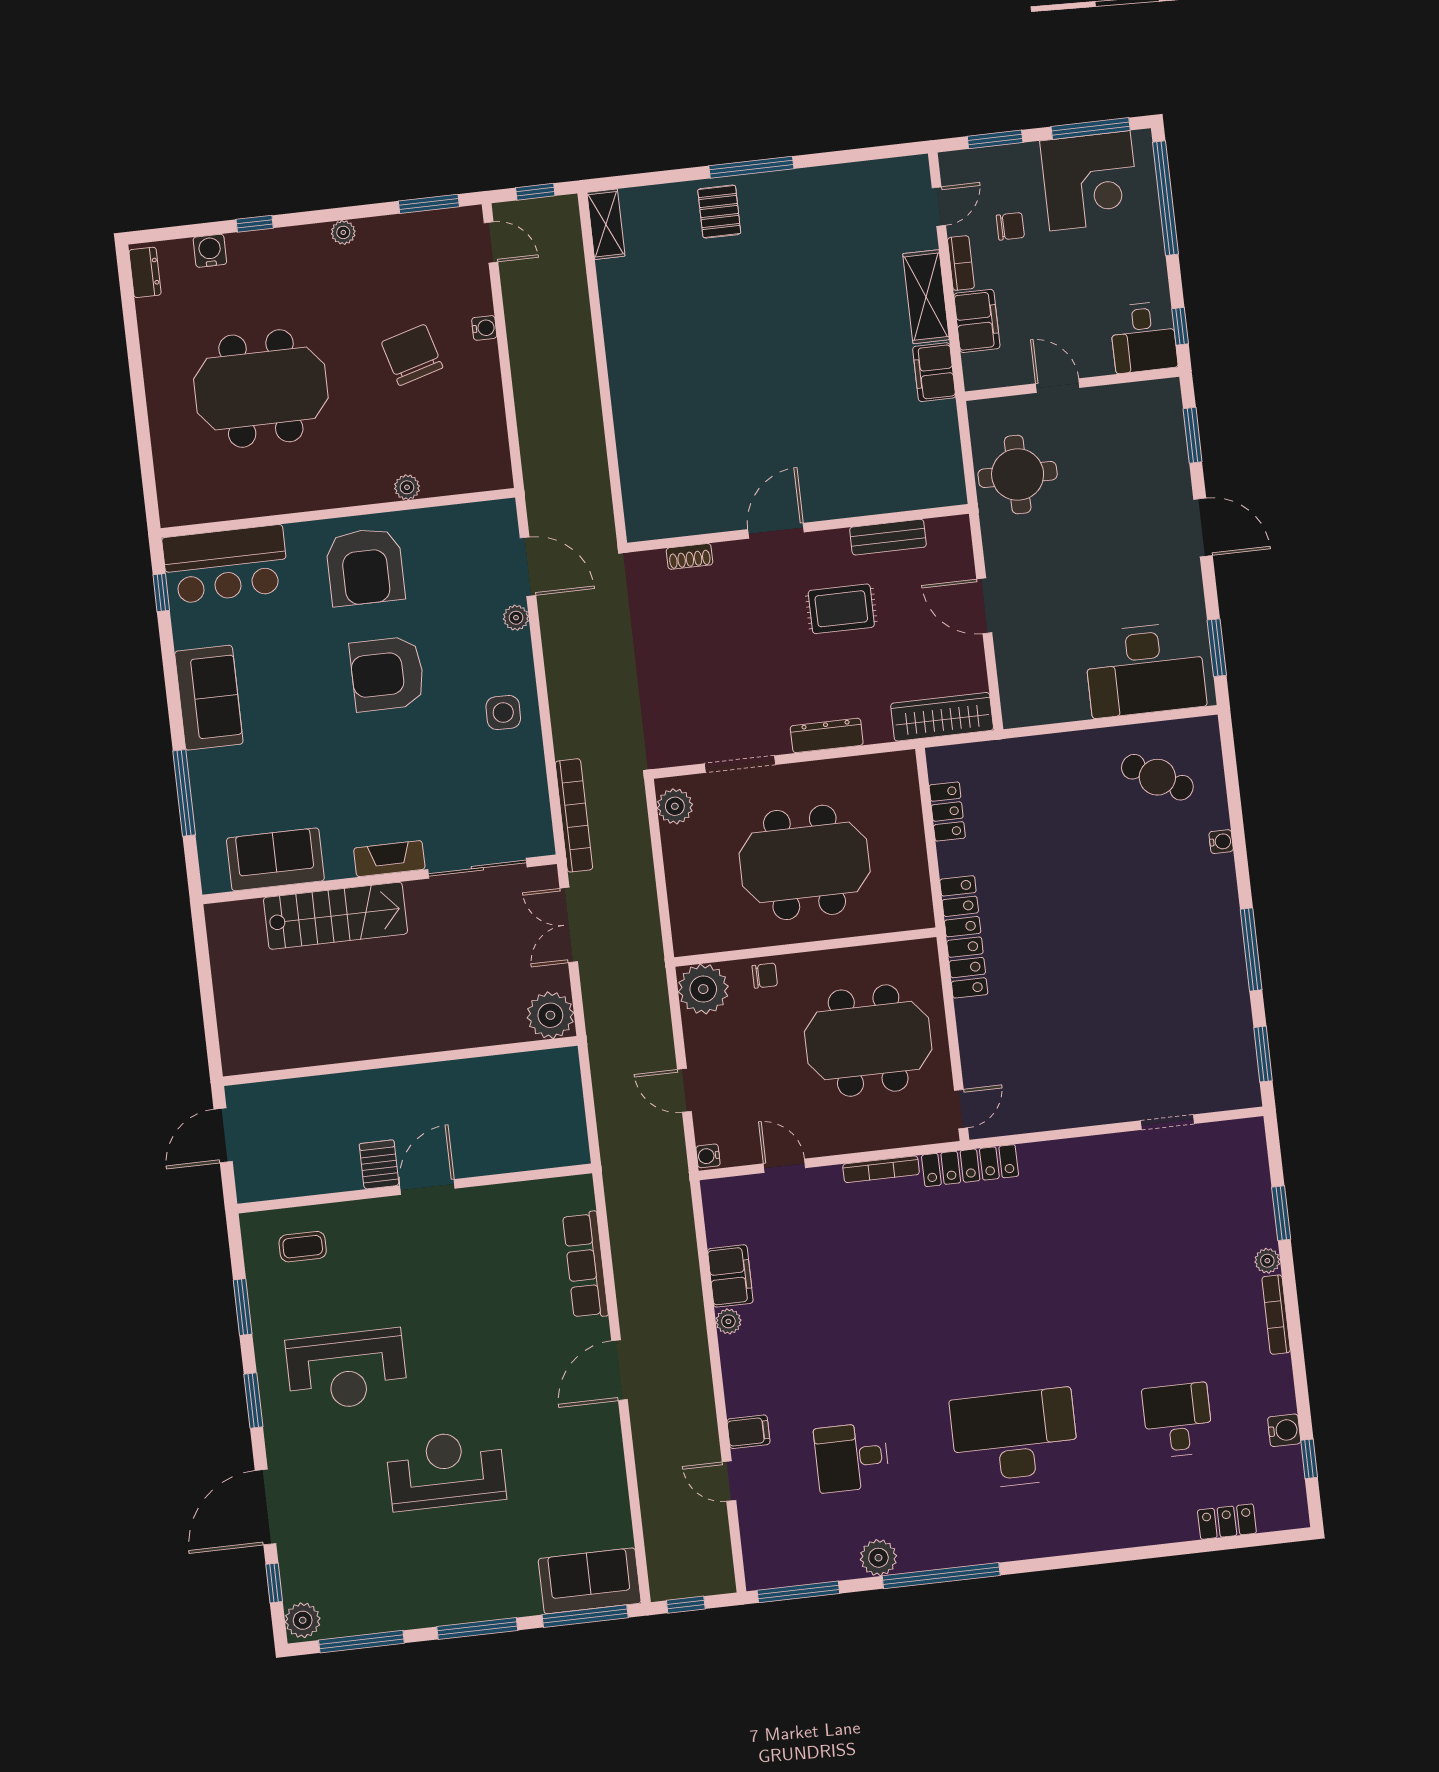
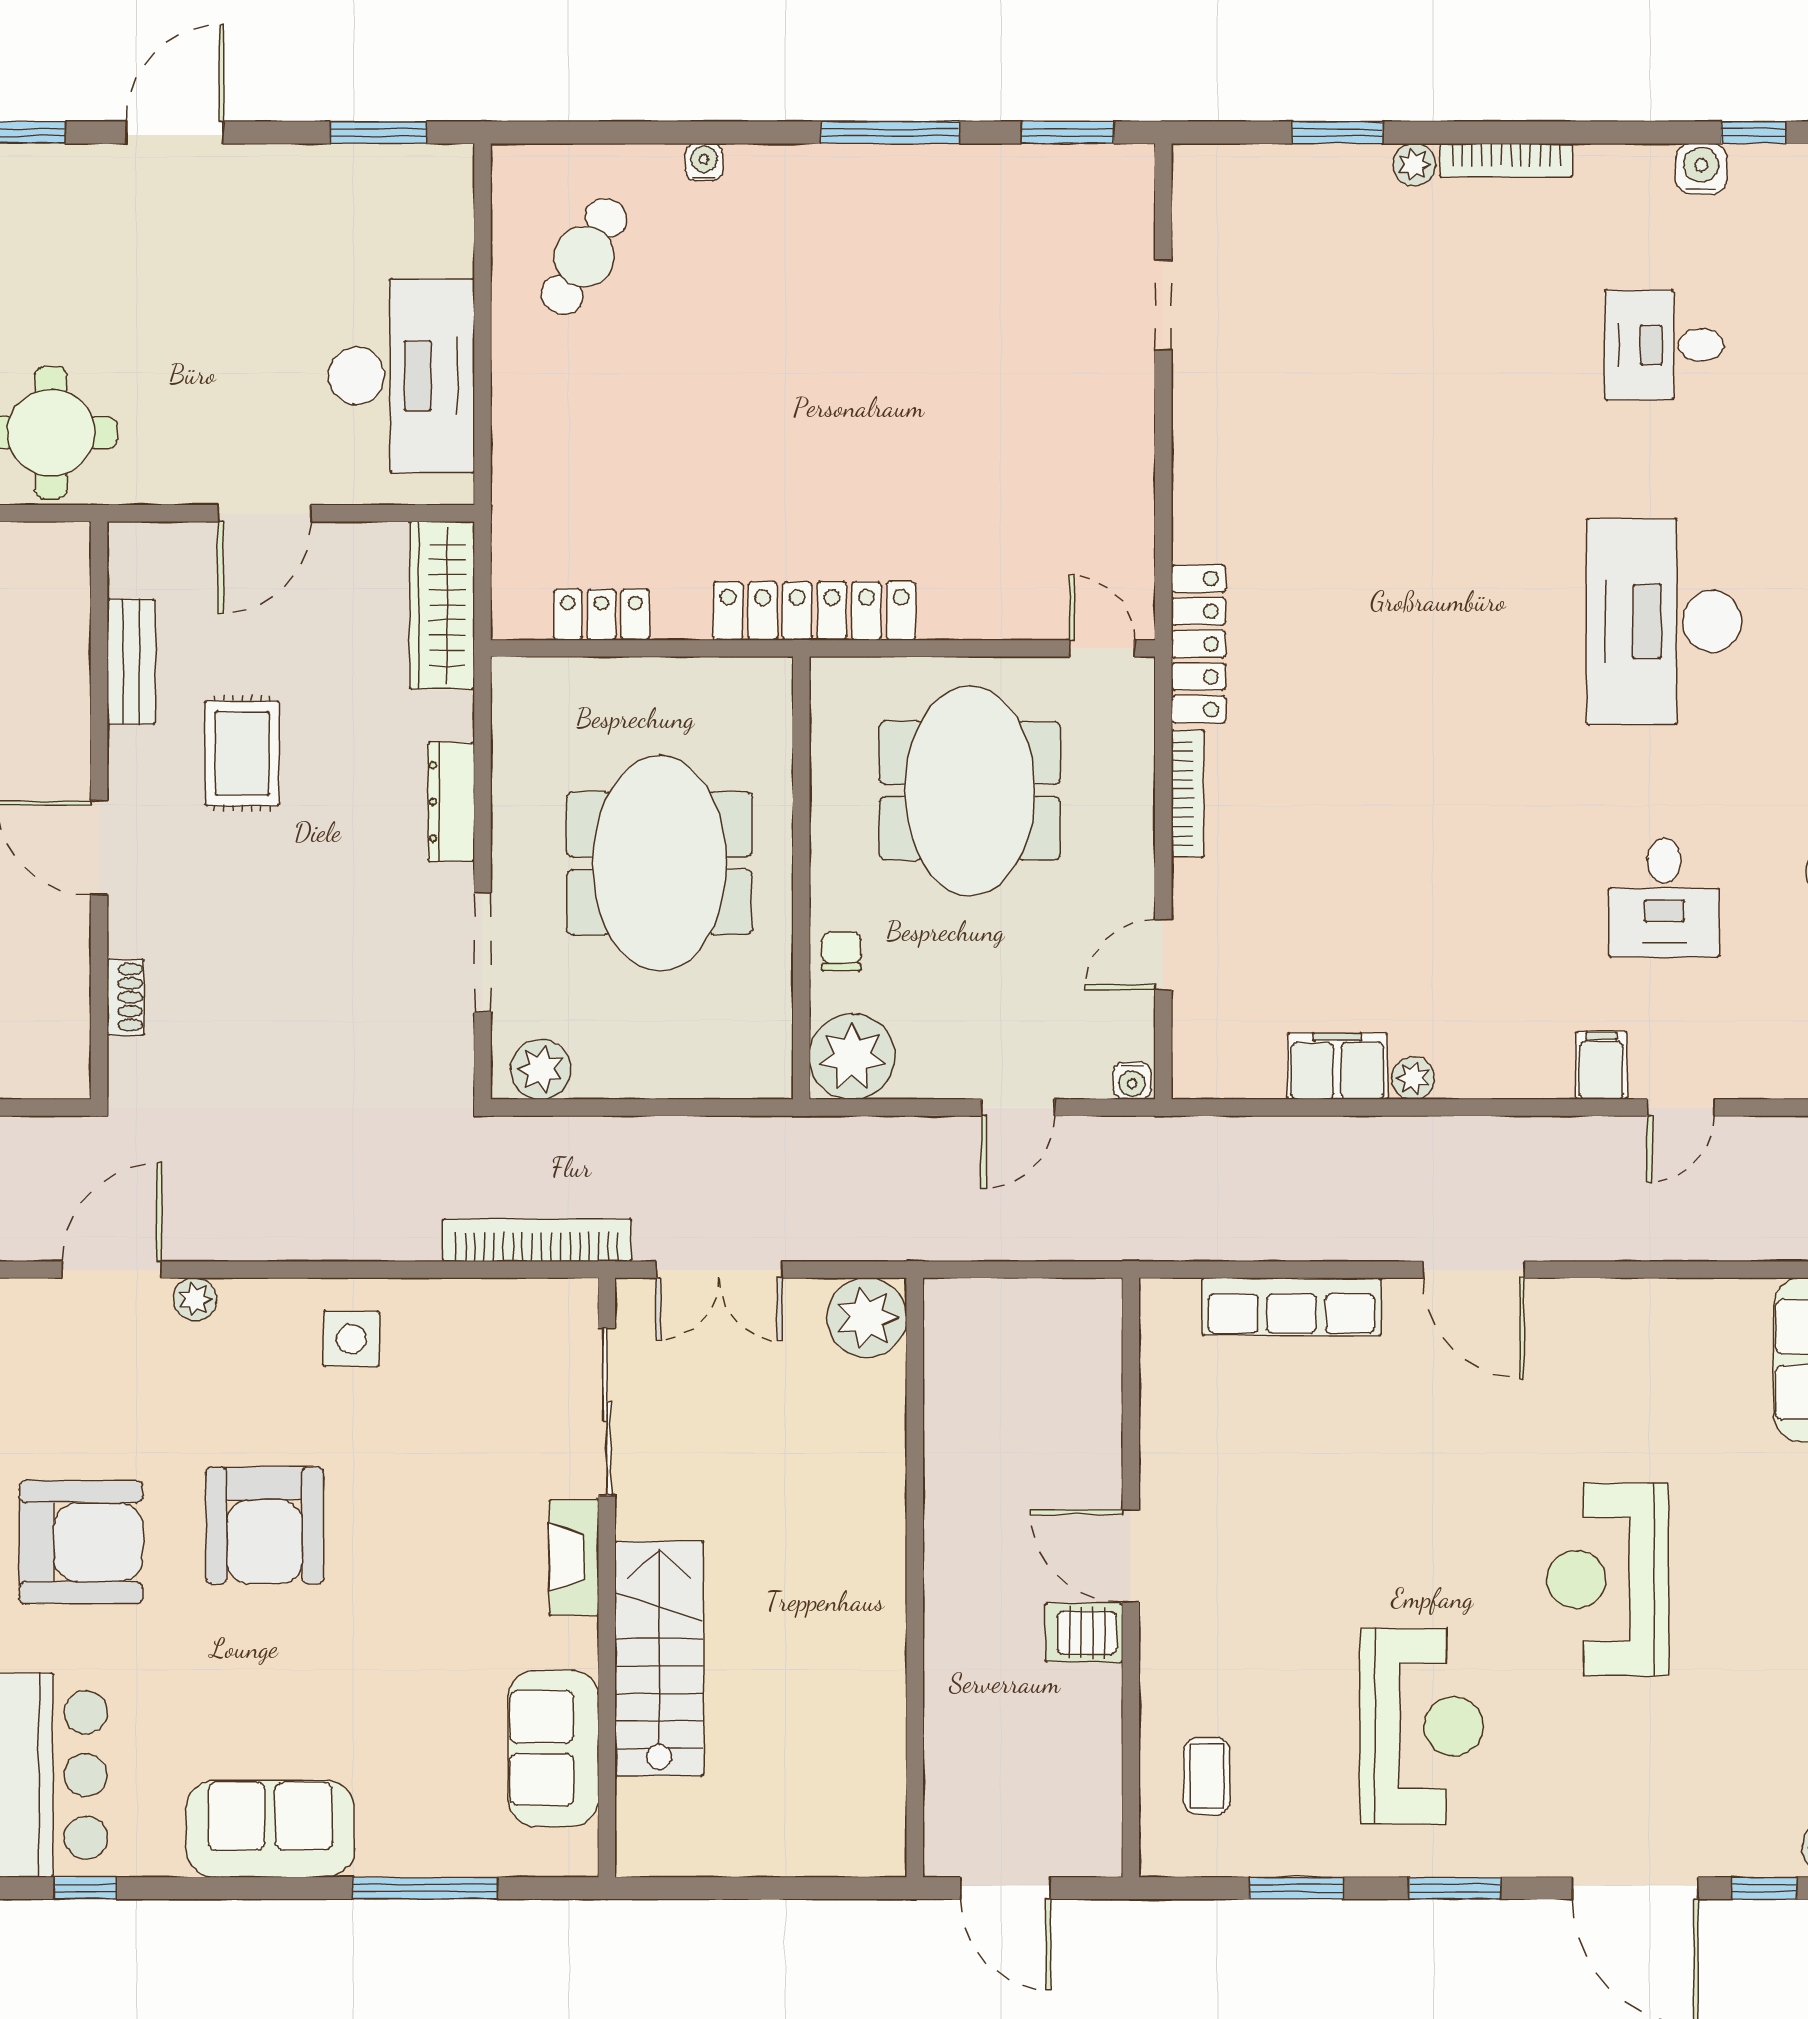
desk: (1145, 670) -> (402, 376), moved

